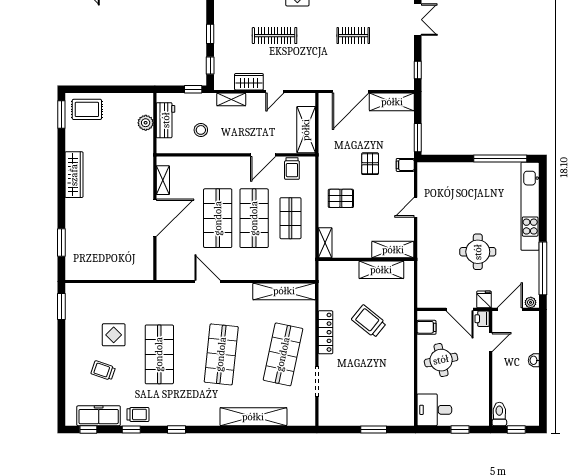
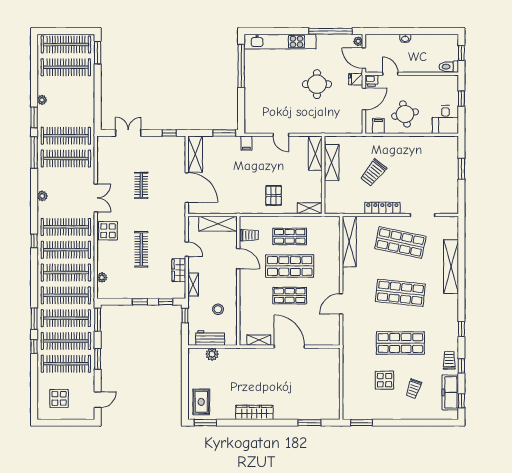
pallet: (370, 164) -> (245, 172), removed
shop shelf: (218, 218) -> (290, 296), width x0.70, depth x0.74

